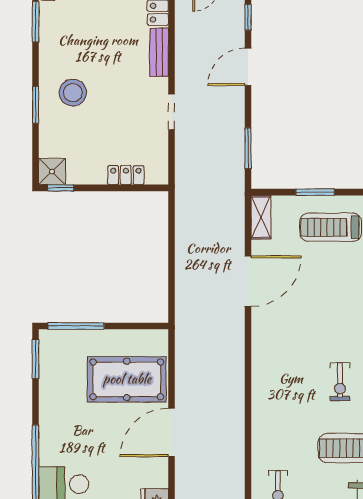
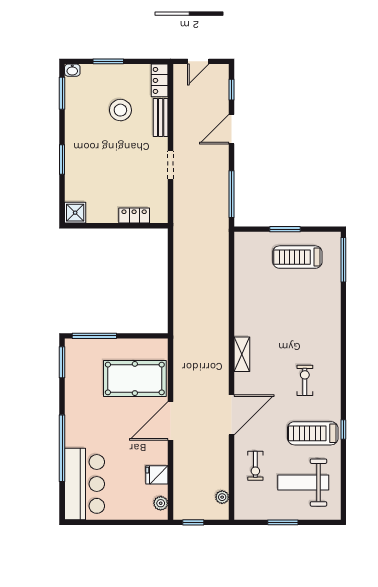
stool: (73, 93) -> (120, 110), moved
window: (248, 148) -> (231, 194), width x1.44
window: (61, 188) -> (82, 226), removed
shelving: (261, 217) -> (242, 354), moved
door: (248, 281) -> (231, 415), moved
exercise bike: (340, 382) -> (305, 380), turned 180

